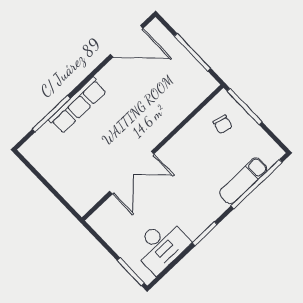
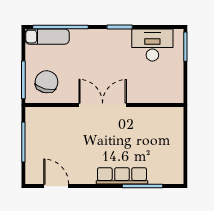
door: (127, 41) -> (56, 186), width x0.73
chair: (223, 124) -> (47, 82), width x1.87, depth x1.87
double door: (132, 173) -> (103, 105), moved
exam couch: (243, 181) -> (47, 37), moved

